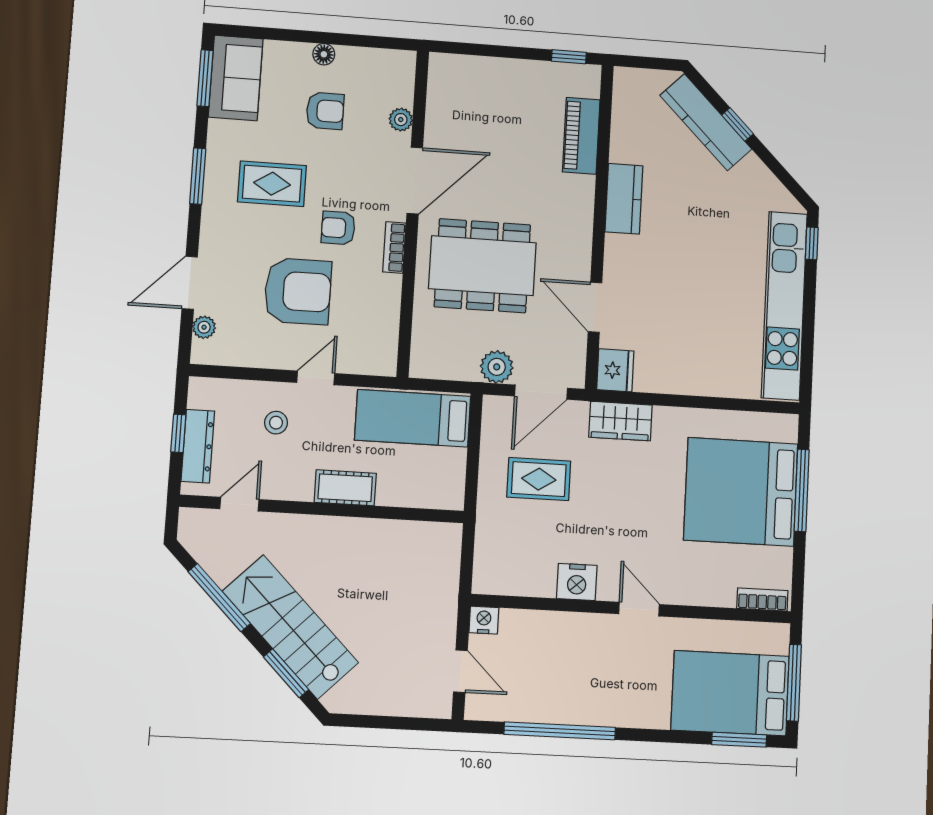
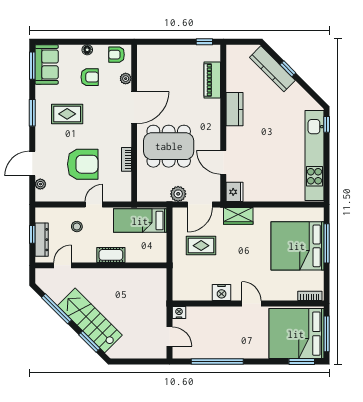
armchair: (338, 228) -> (117, 55), moved
bookcase: (394, 248) -> (127, 159), moved
bed: (730, 693) -> (296, 334), width x1.36

